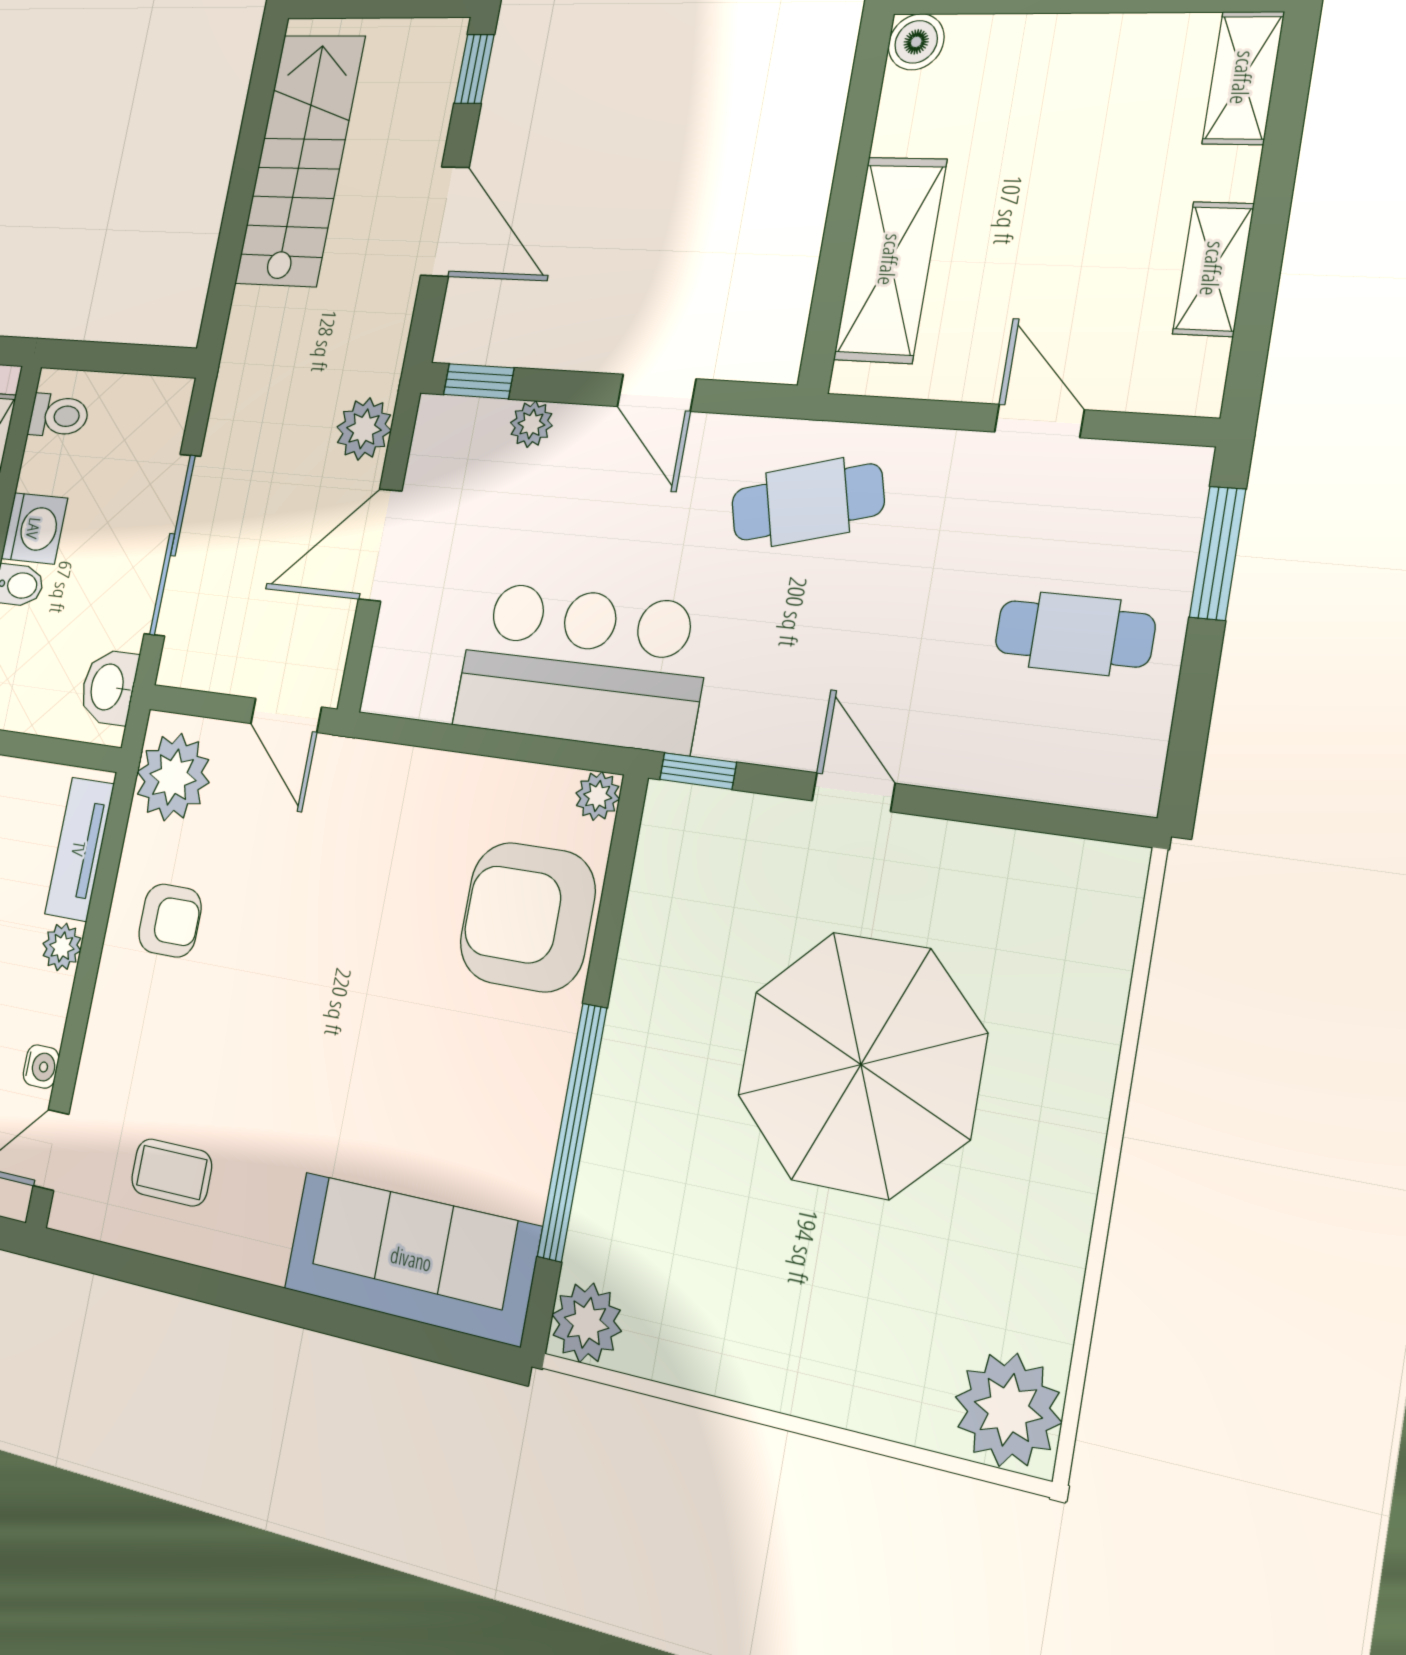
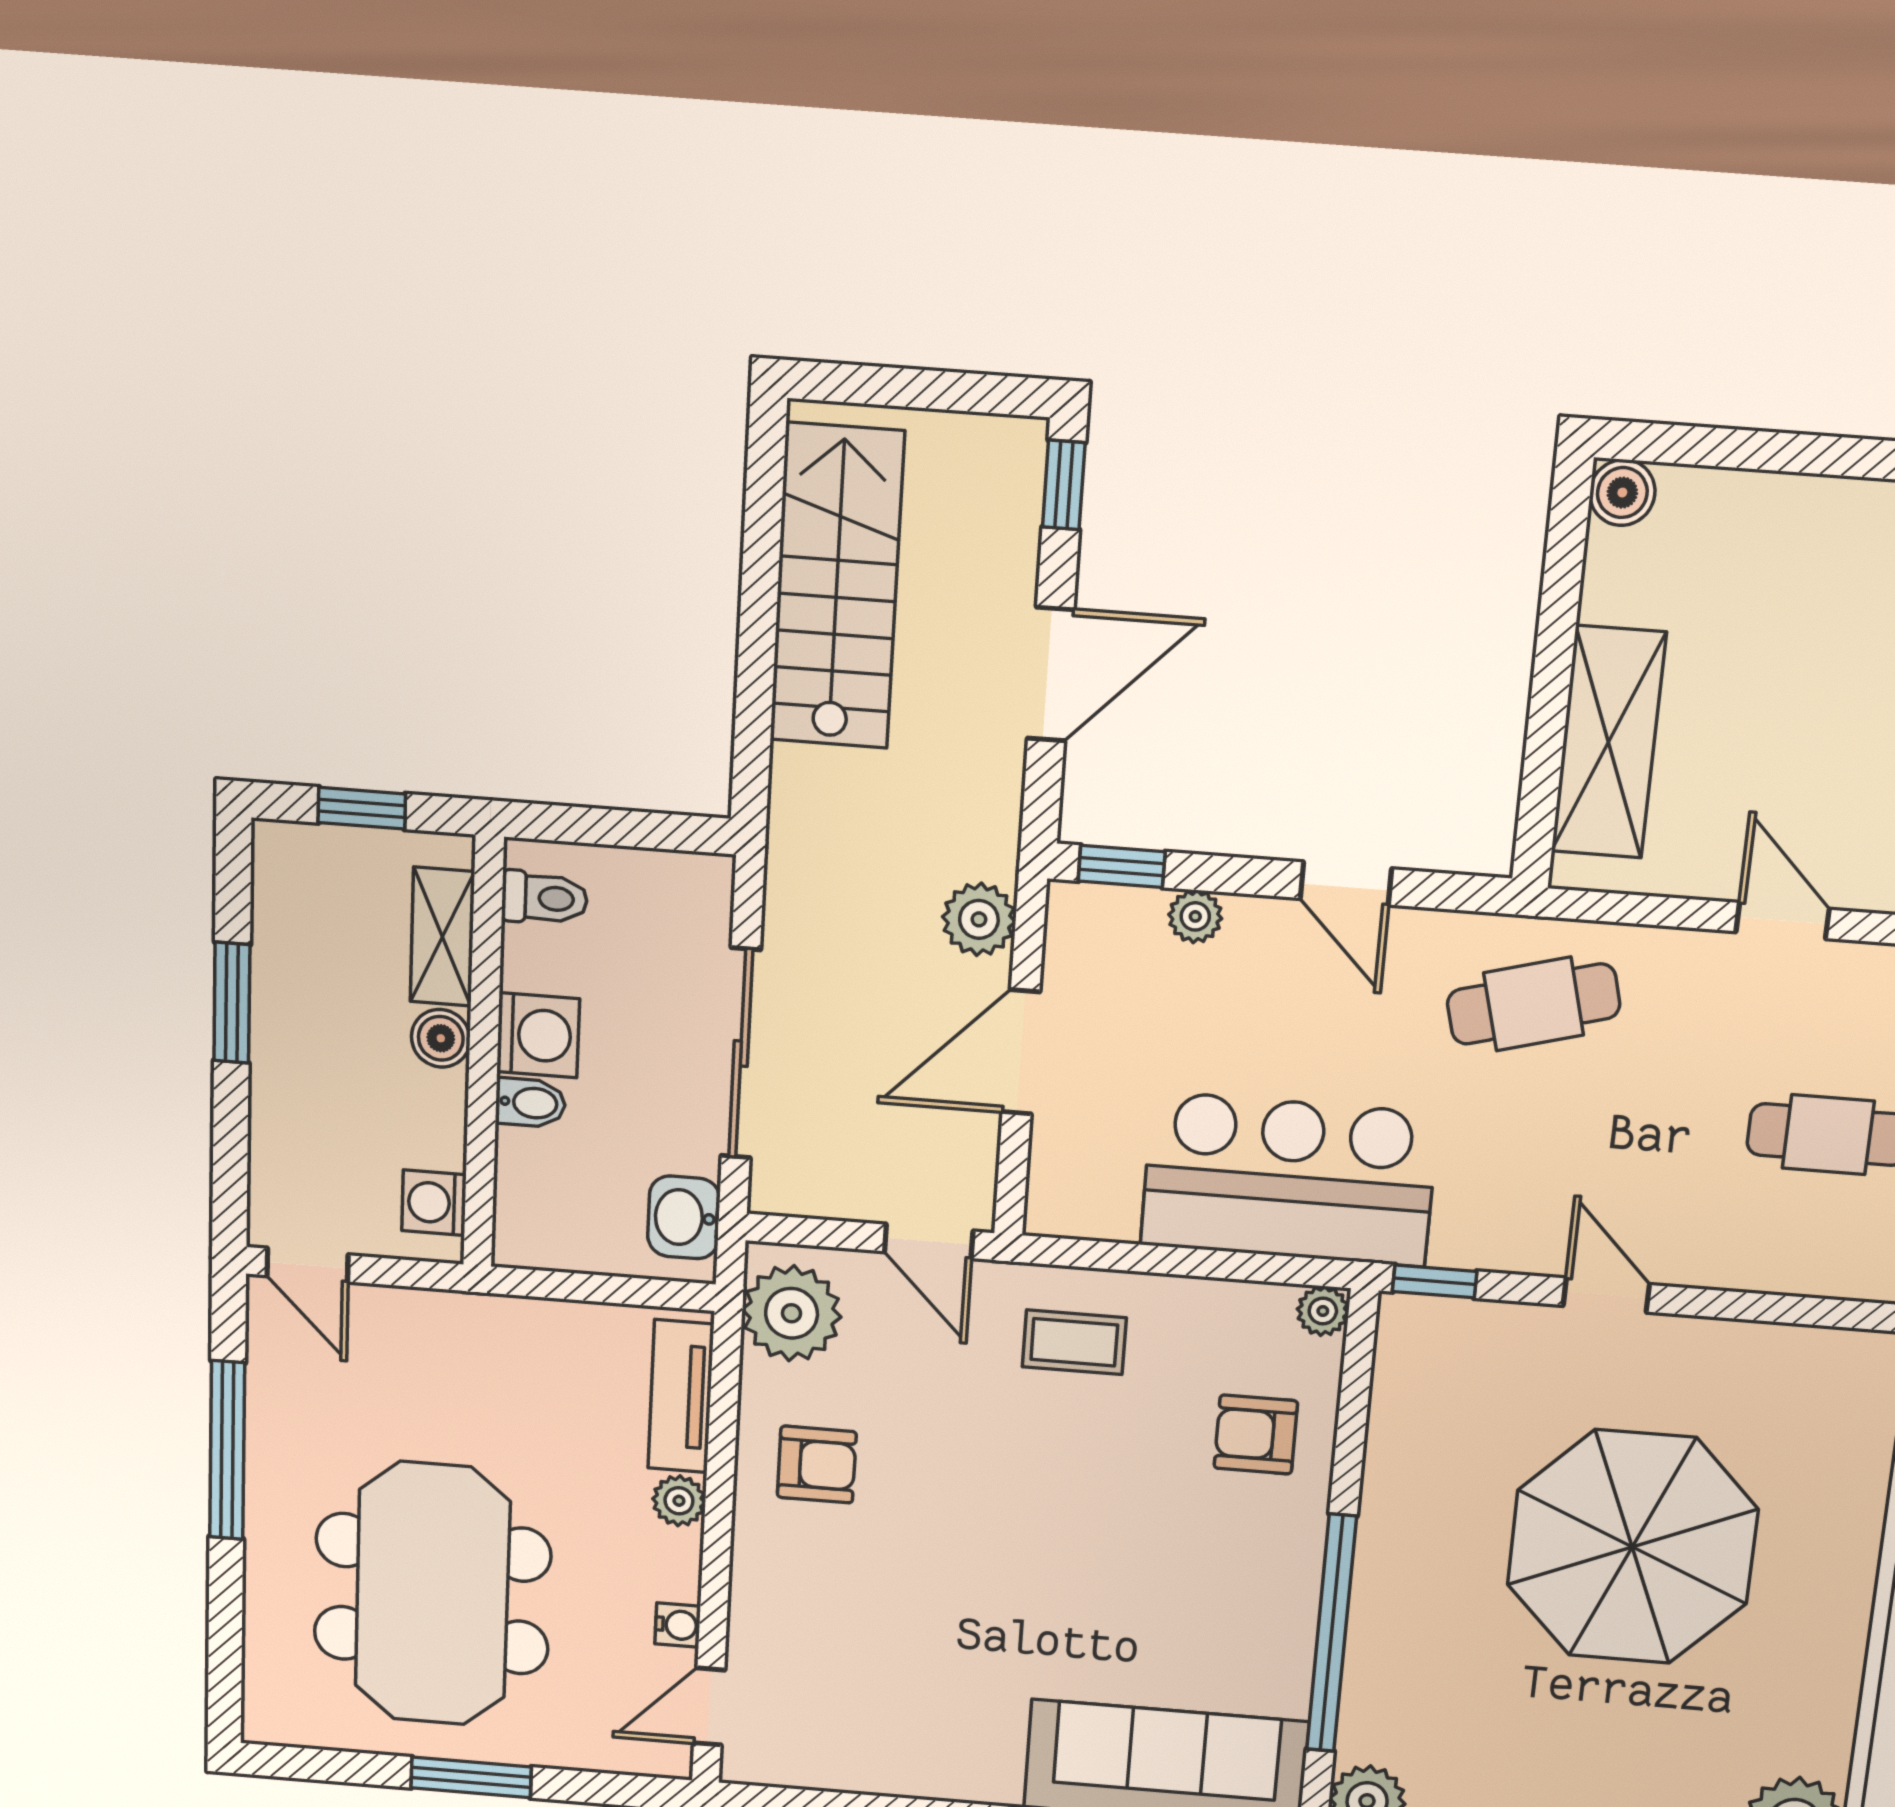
door: (445, 221) -> (1051, 674), hinge flipped
armchair: (527, 917) -> (1256, 1435), width x0.53, depth x0.53
coffee table: (172, 1172) -> (1074, 1342), moved

